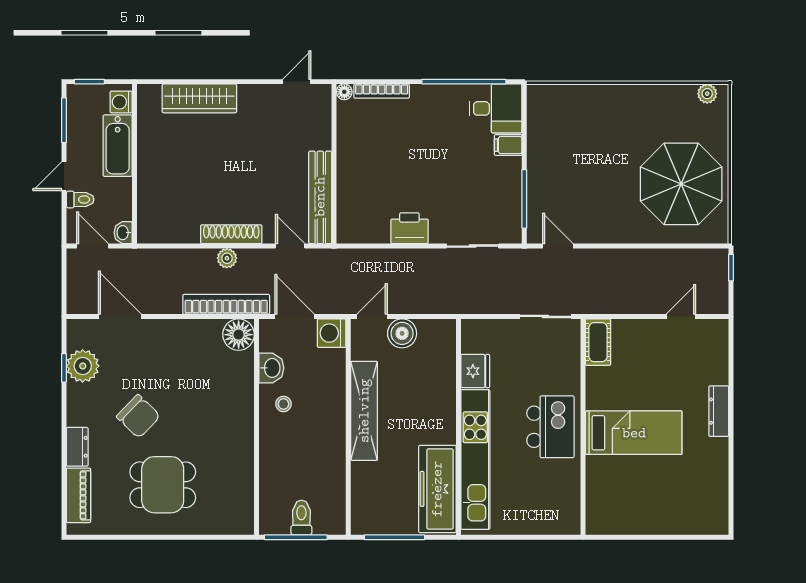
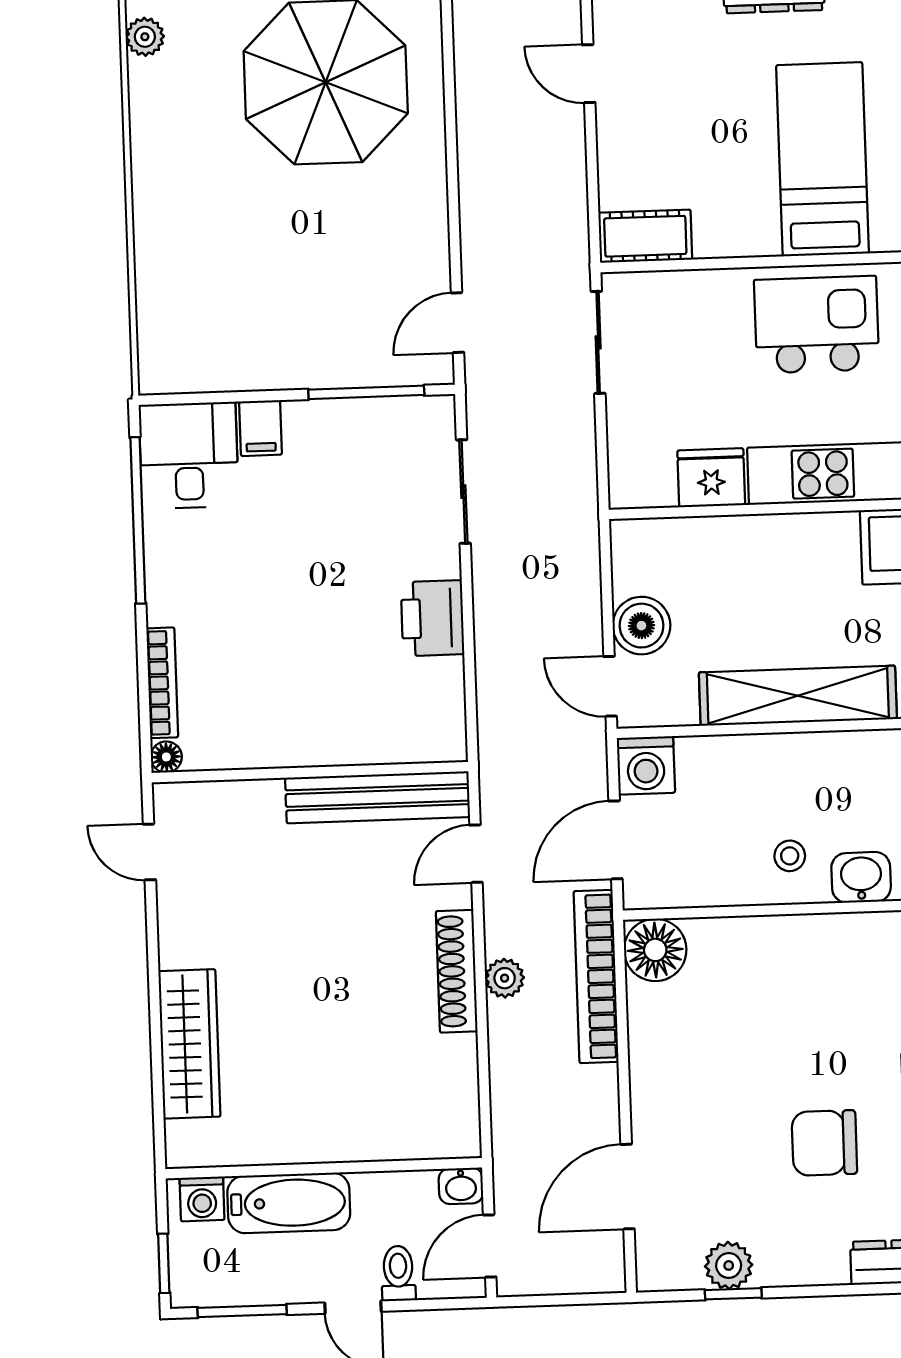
plant: (83, 366) -> (729, 1265), width x0.73, depth x0.73
washbasin: (271, 368) -> (861, 877), moved
chair: (138, 416) -> (824, 1143), turned -134

